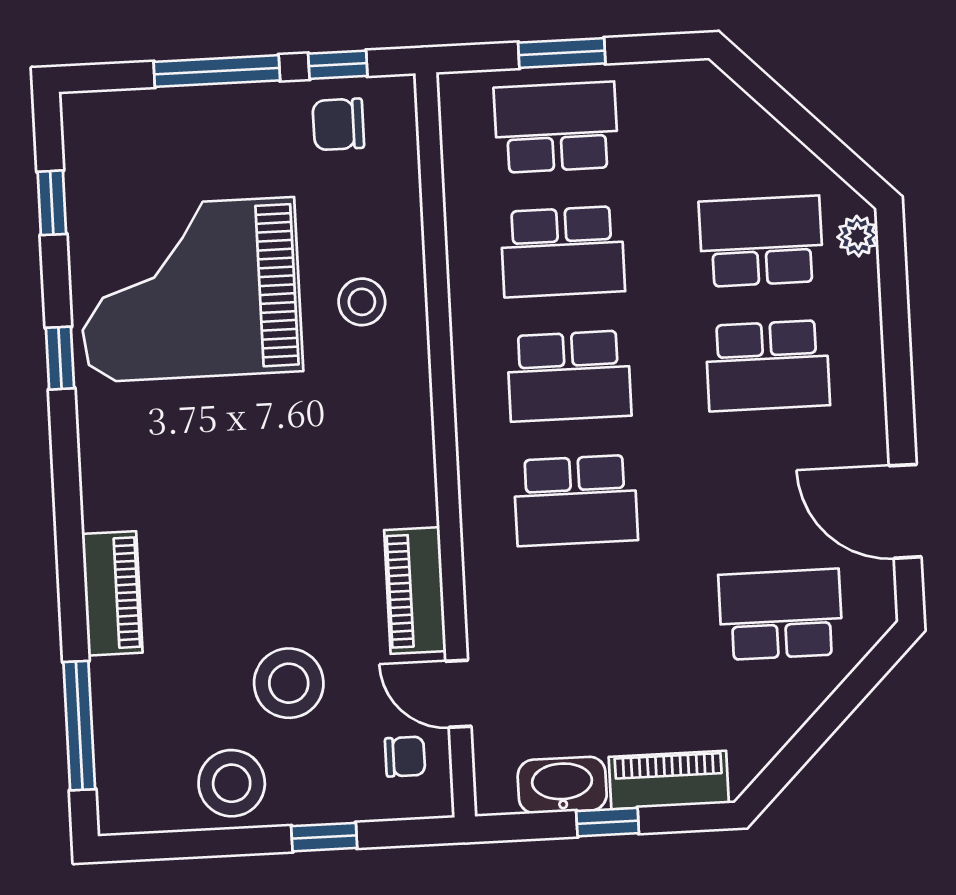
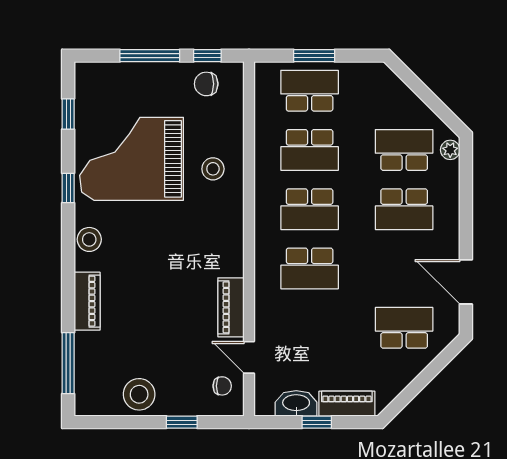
stool: (289, 683) -> (89, 239), moved, width x0.73, depth x0.73

